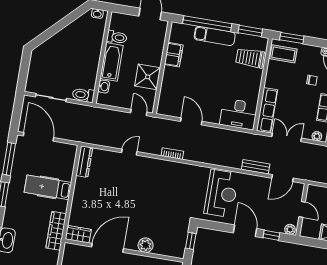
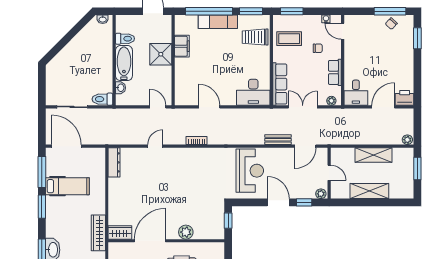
coffee table: (283, 54) -> (289, 39), moved
shower: (148, 77) -> (161, 54), moved
hospital bed: (48, 187) -> (67, 186), moved, turned 180

